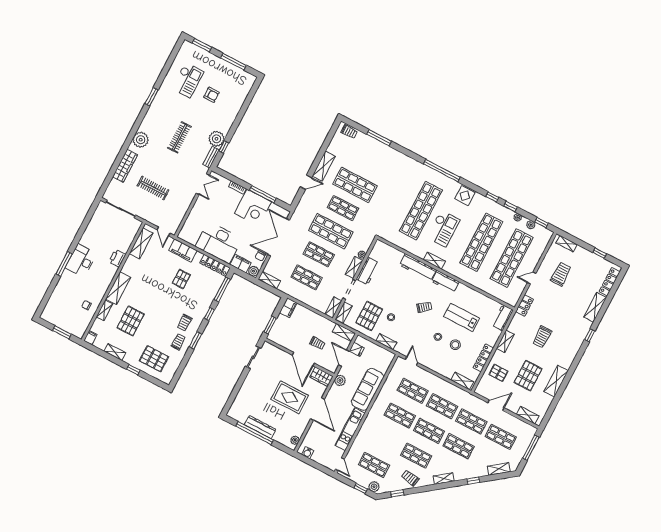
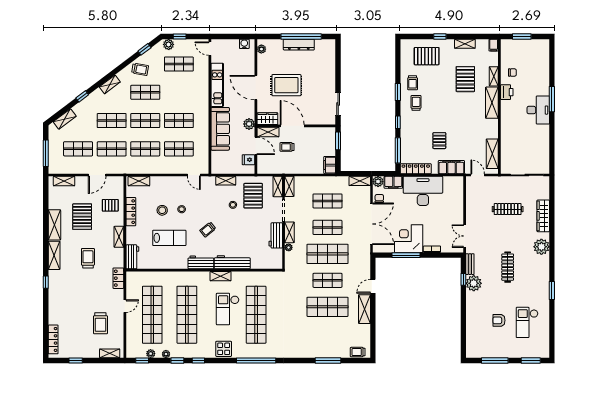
printer: (117, 258) -> (507, 92), moved
shelving: (595, 307) -> (54, 255), moved
shelving: (344, 333) -> (268, 132), moved

